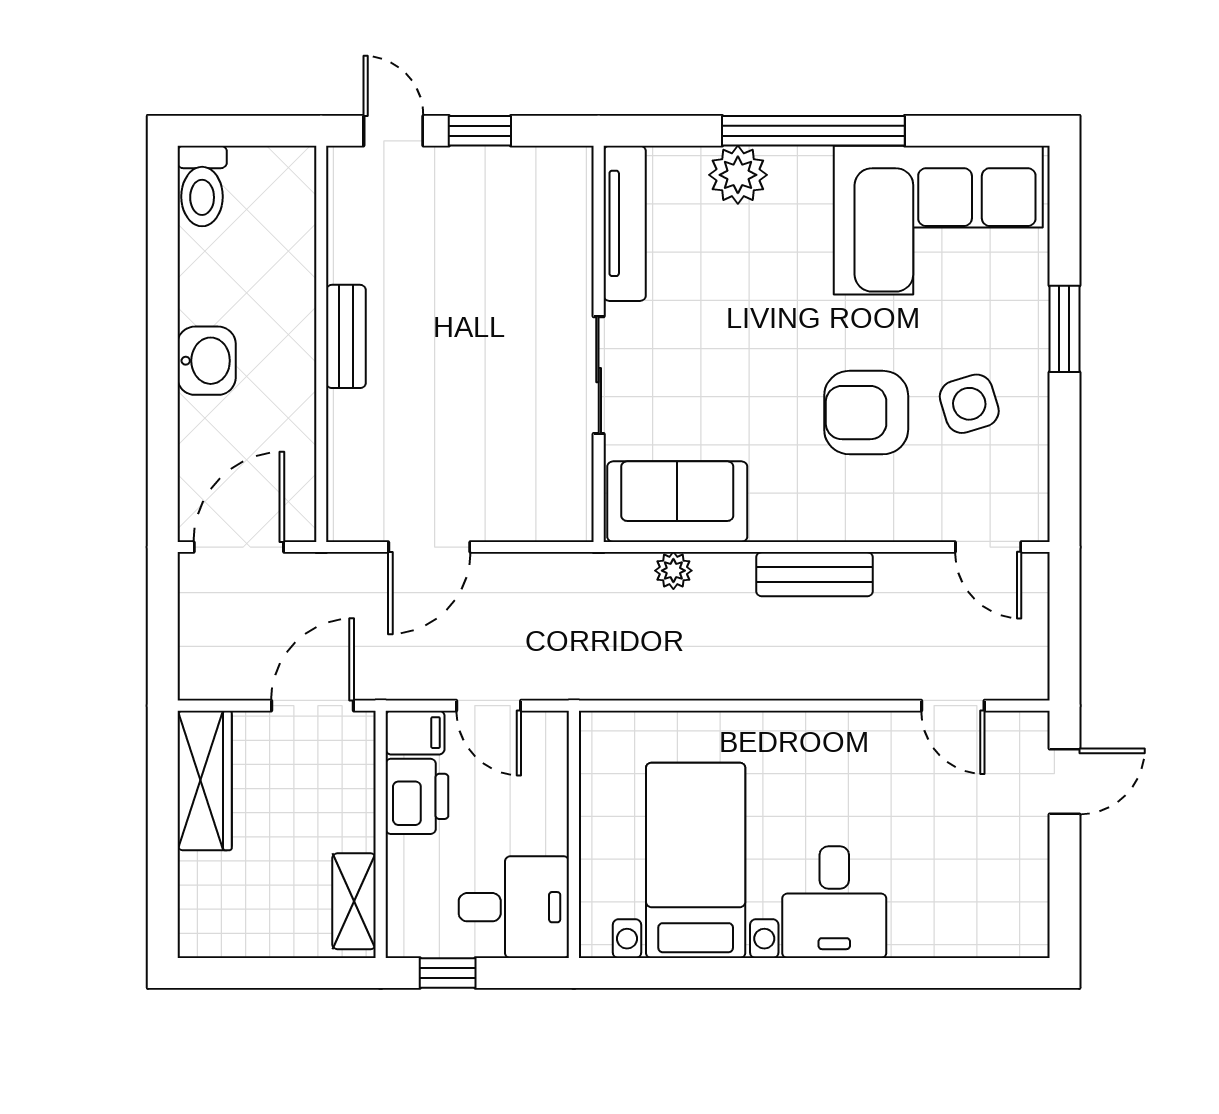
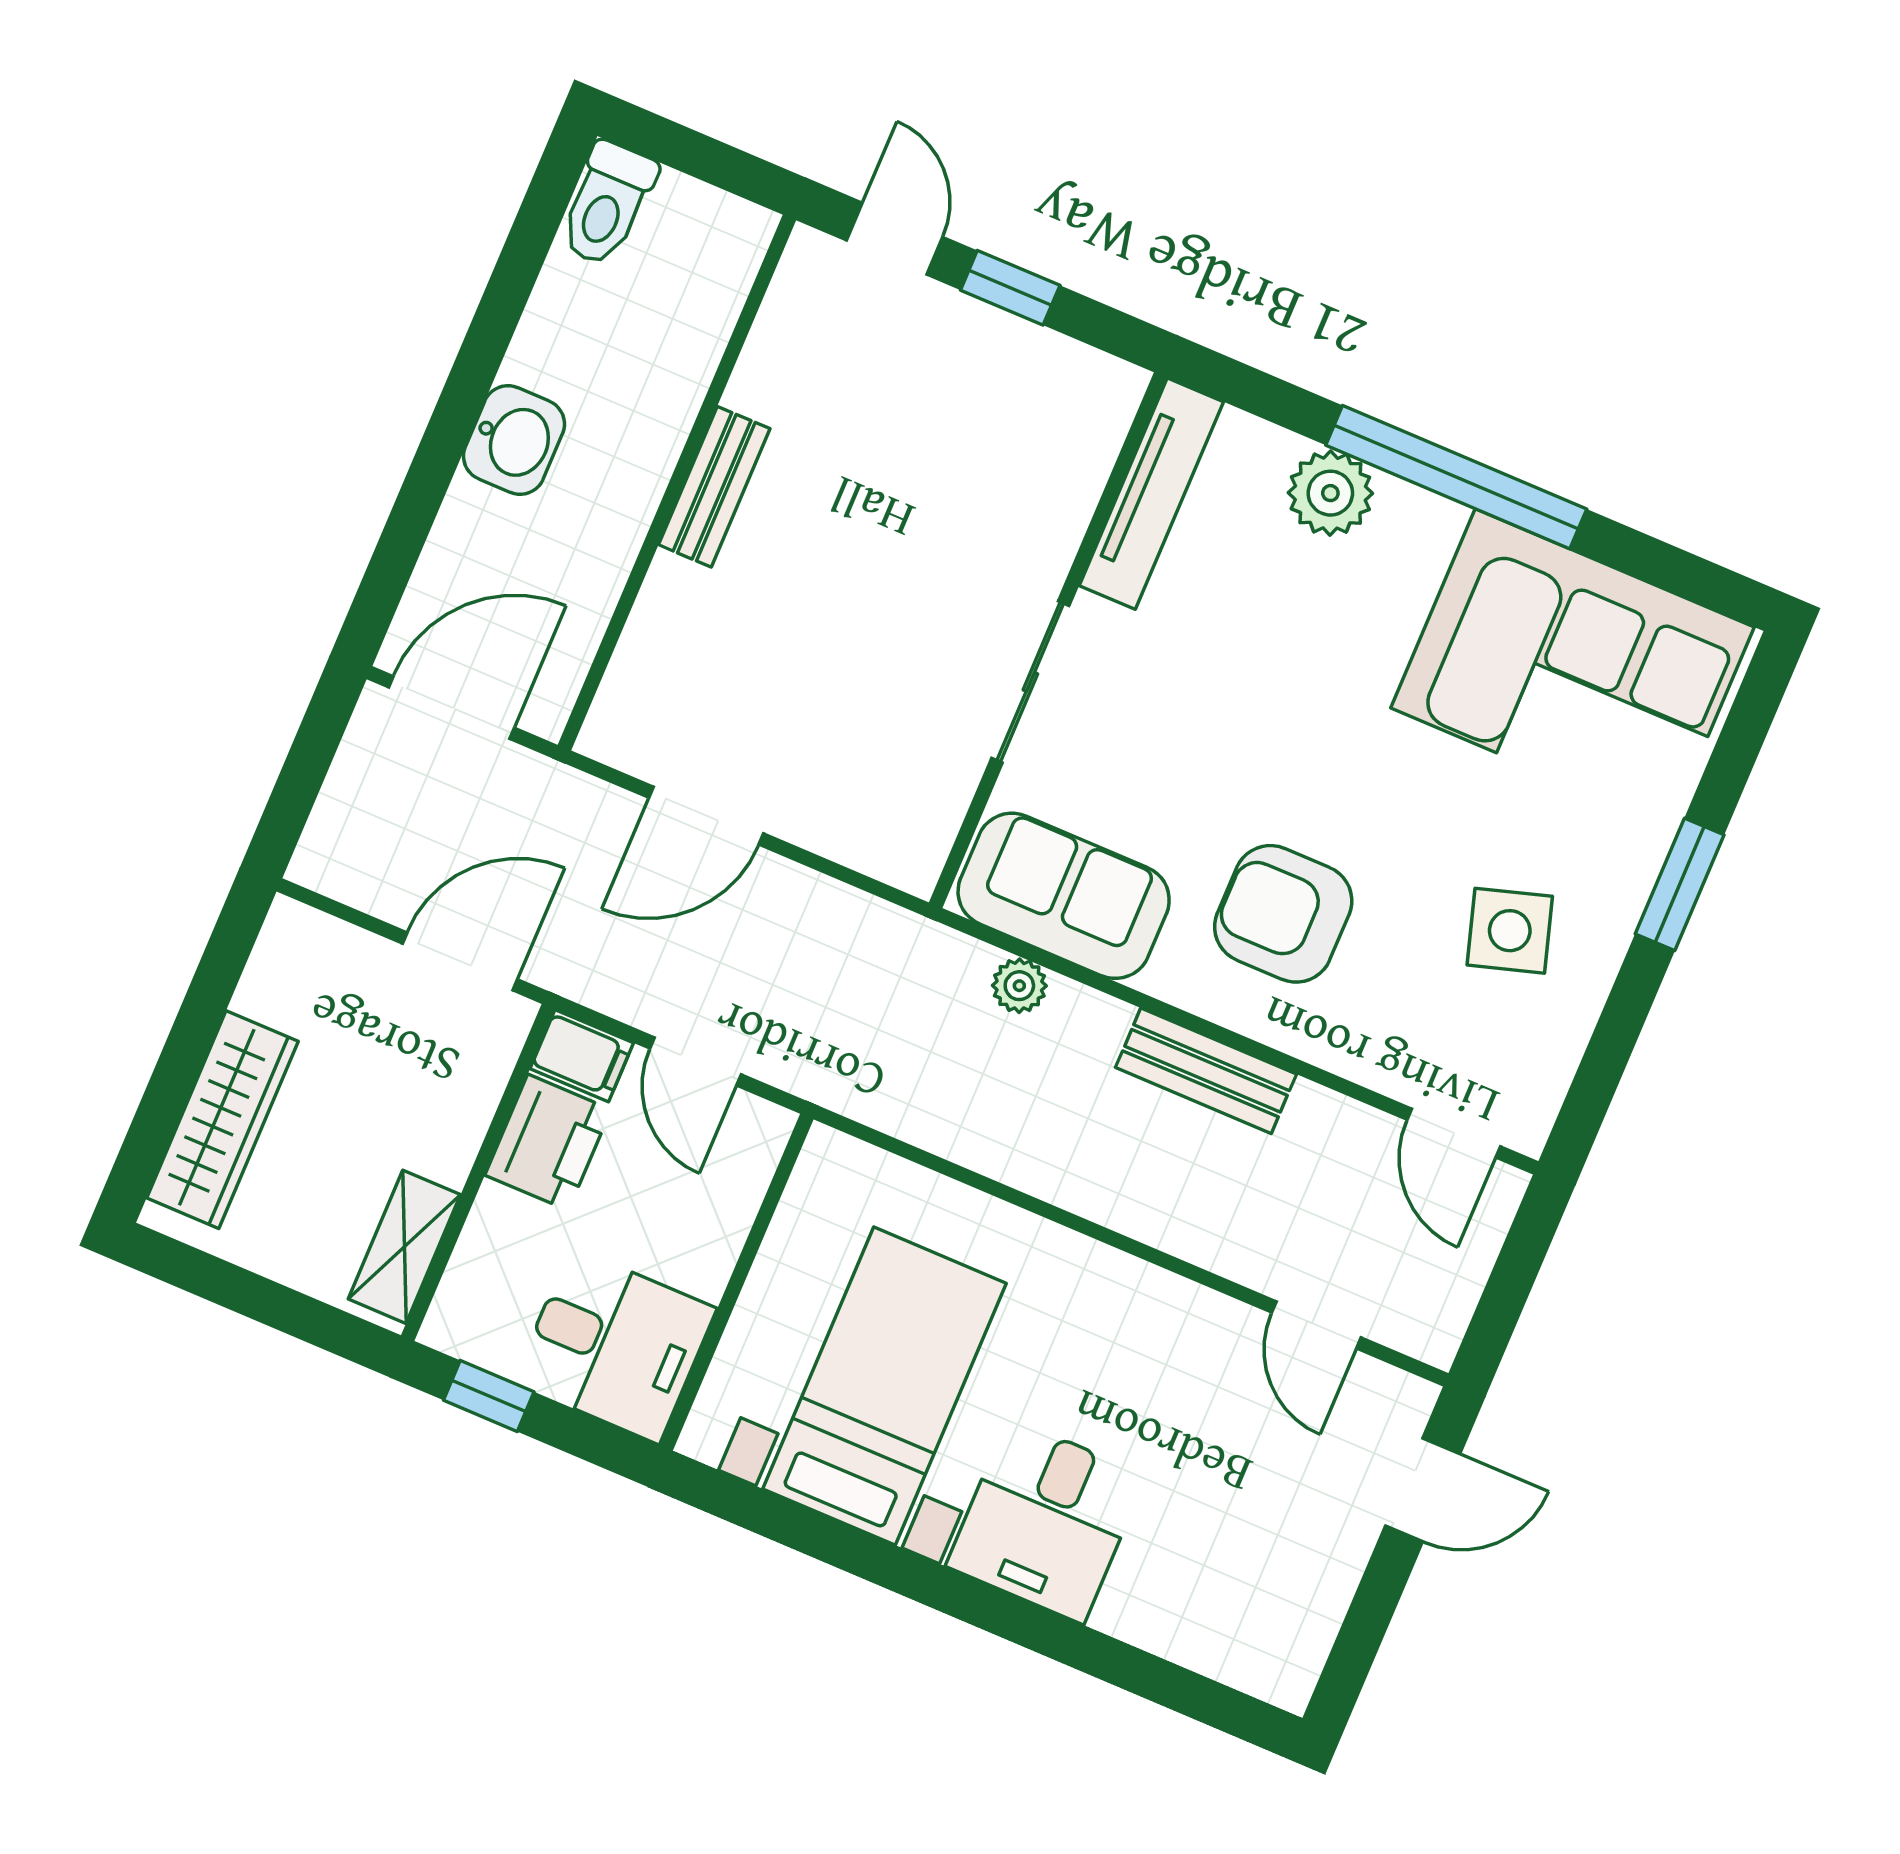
armchair: (866, 413) -> (1283, 914), moved
wardrobe: (205, 780) -> (222, 1120), moved

